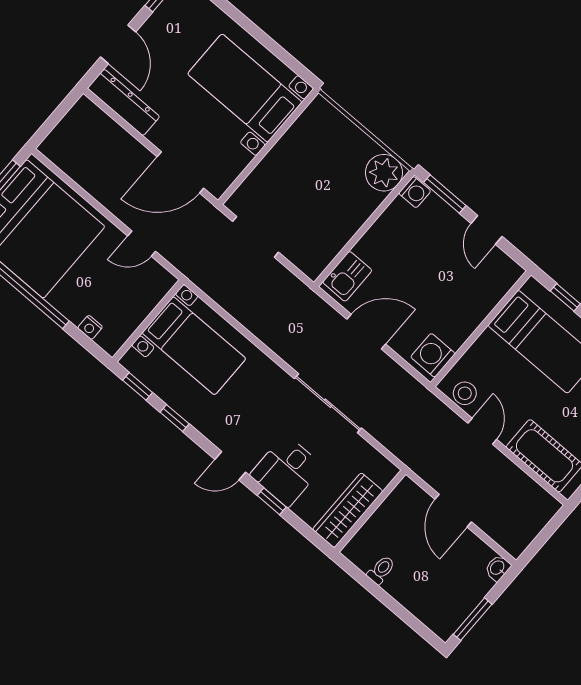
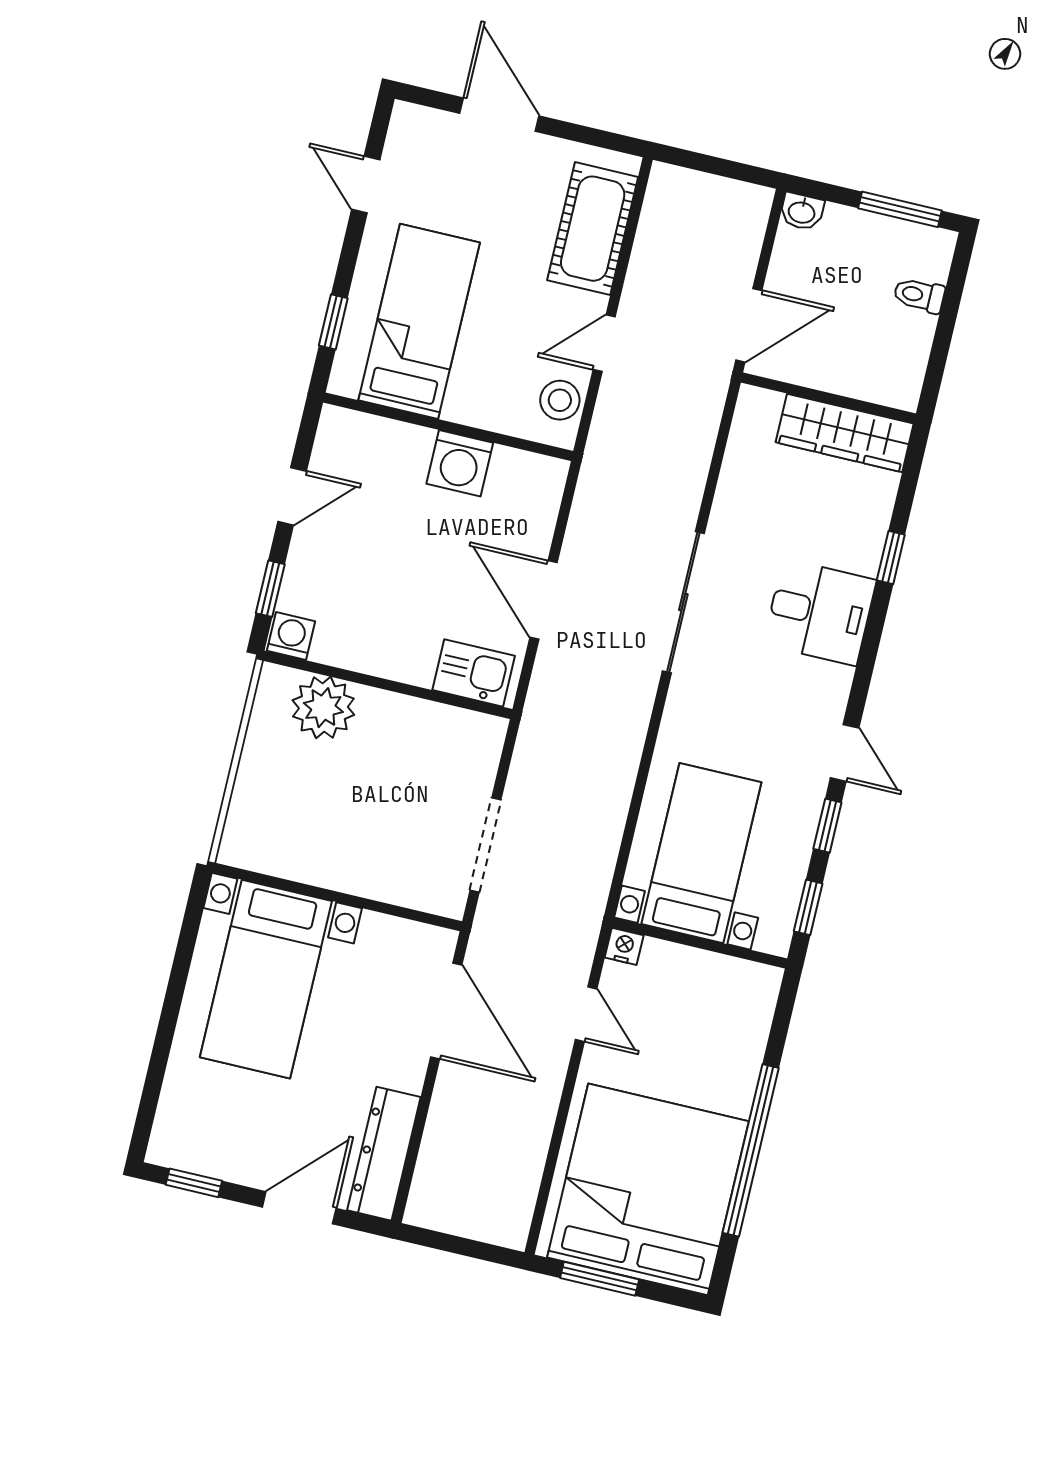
plant: (384, 173) -> (323, 708), moved
window: (445, 194) -> (270, 589), width x0.67
nightstand: (90, 327) -> (624, 946), moved, turned -90
washing machine: (433, 355) -> (460, 463), moved
door: (230, 466) -> (845, 753), moved
window: (272, 501) -> (891, 557), moved
wardrobe: (348, 510) -> (845, 433), moved
wall: (370, 511) -> (828, 398), moved
toilet: (381, 570) -> (919, 295), moved

